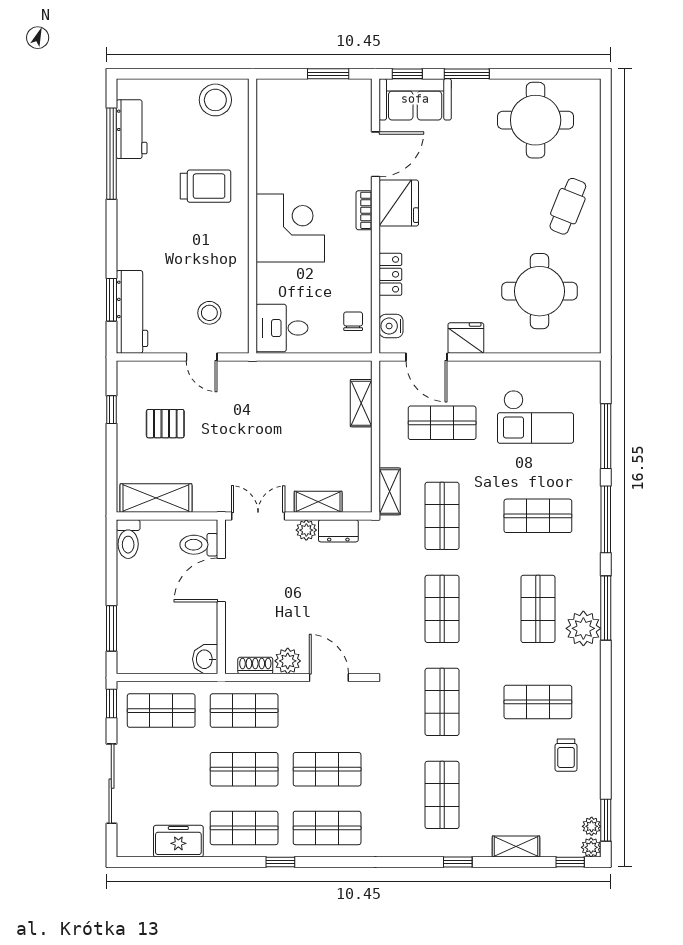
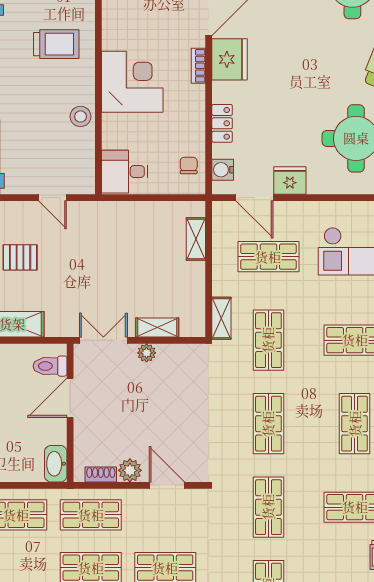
stool: (209, 313) -> (81, 116), moved
dresser: (338, 531) -> (175, 354), removed
washbasin: (205, 659) -> (56, 464), width x1.38

